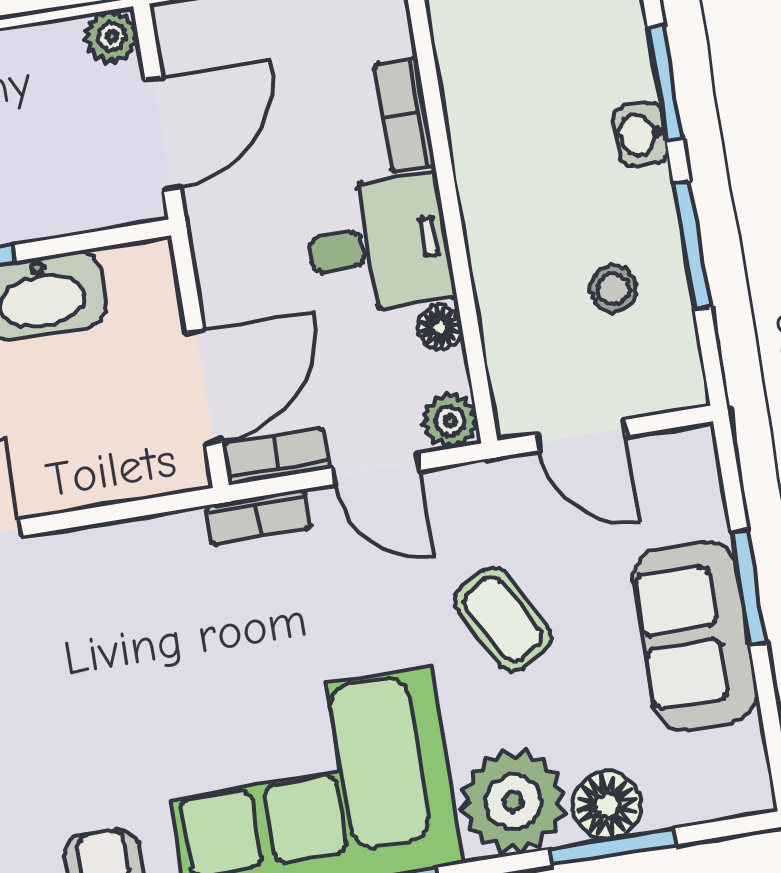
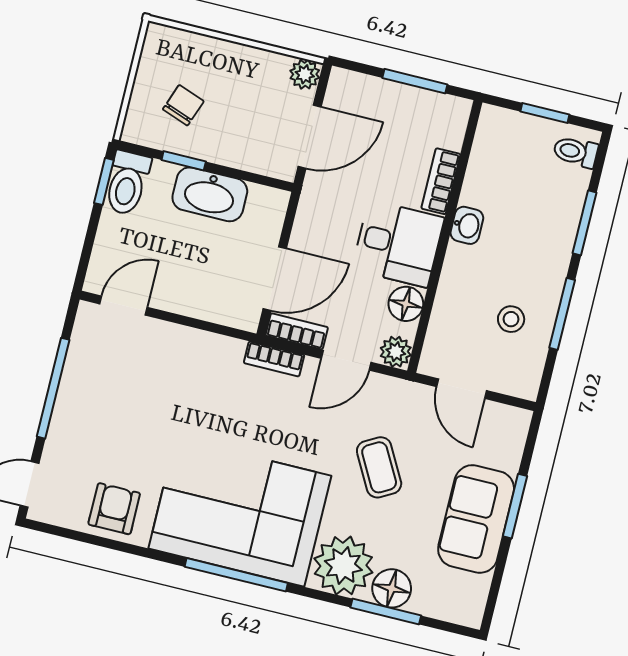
washbasin: (640, 135) -> (467, 225), moved, turned 180
floor lamp: (440, 327) -> (406, 304), width x1.37, depth x1.37
door: (376, 469) -> (346, 360), hinge flipped

